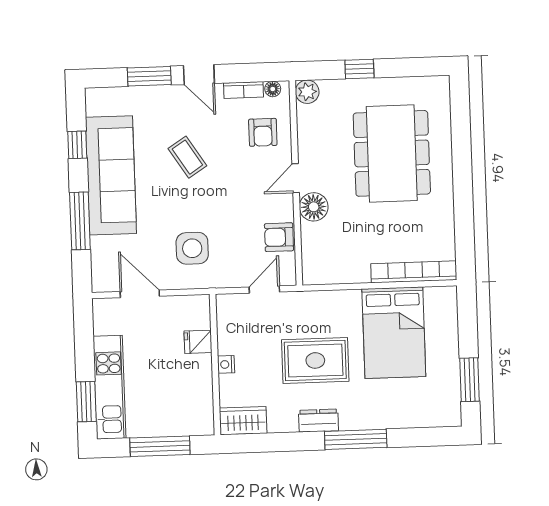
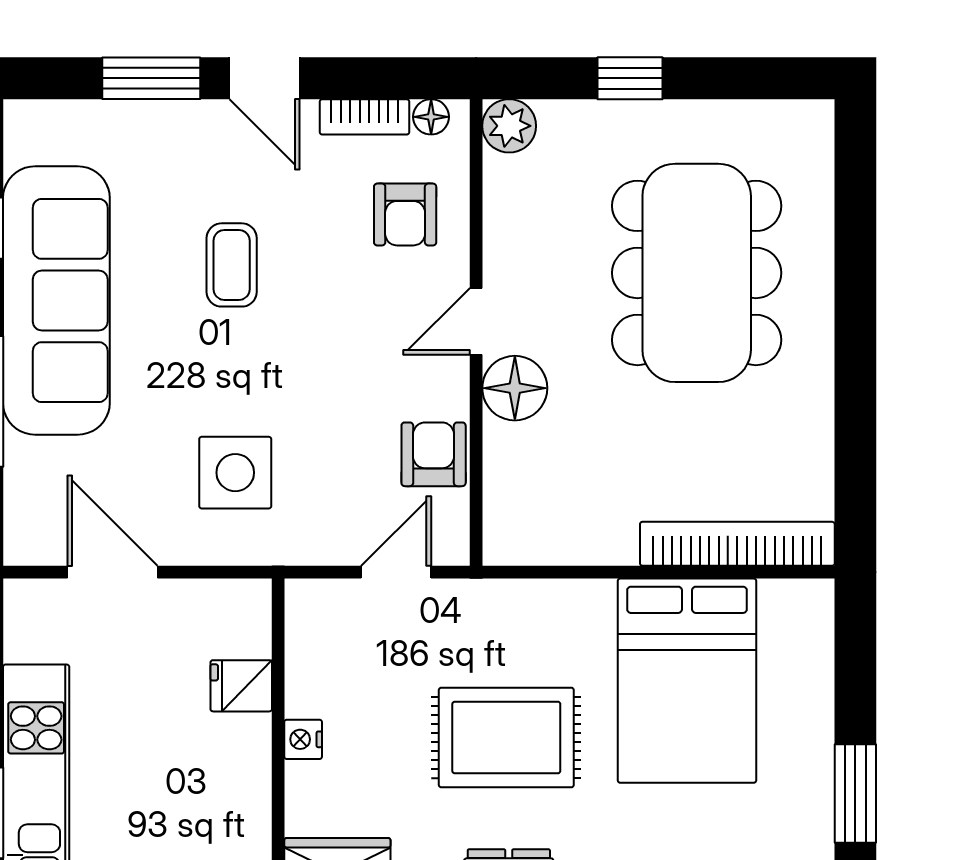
coffee table: (187, 157) -> (232, 265), turned 33
armchair: (279, 237) -> (434, 454), turned 90

